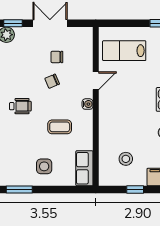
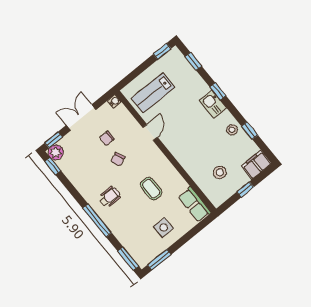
water cooler: (88, 104) -> (115, 101), moved
coffee table: (60, 127) -> (151, 189), turned 90

